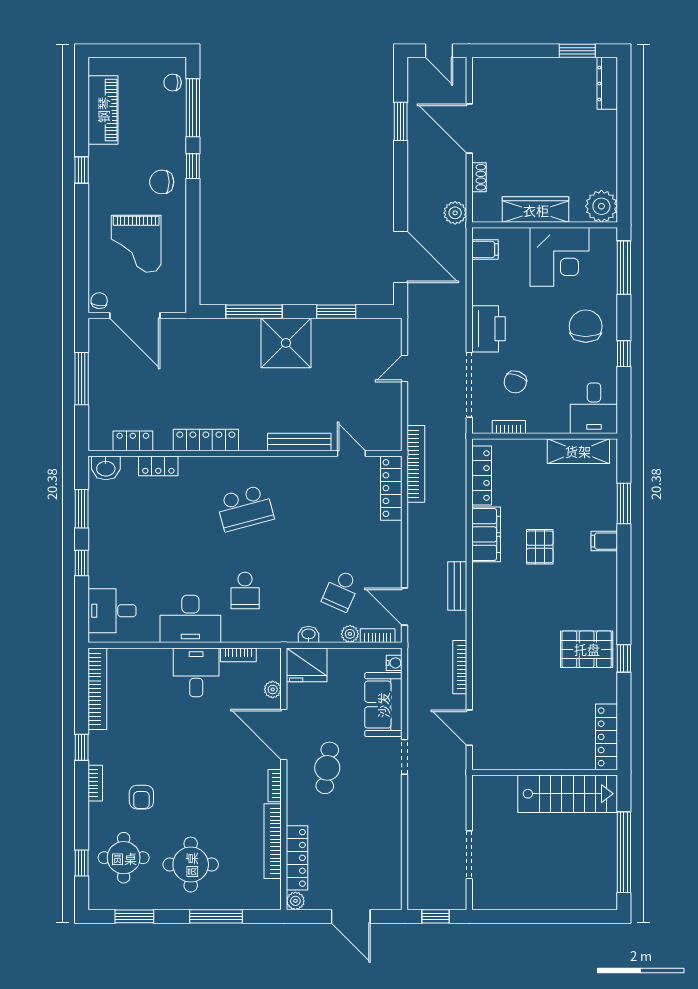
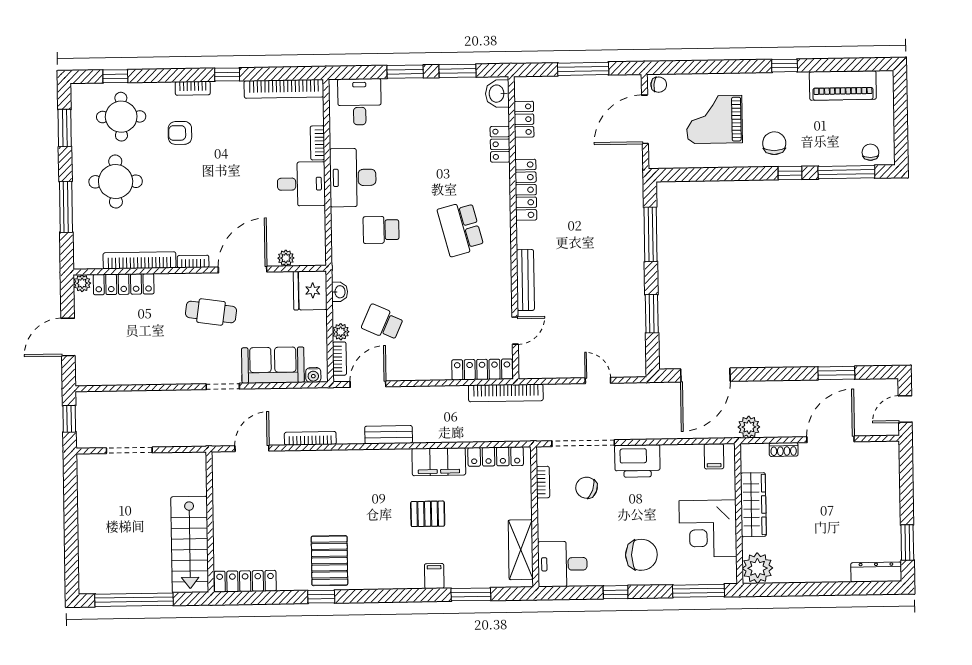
shower: (286, 343) -> (621, 266), removed
window: (82, 563) -> (405, 72), width x1.50
bookcase: (238, 655) -> (317, 143), moved

